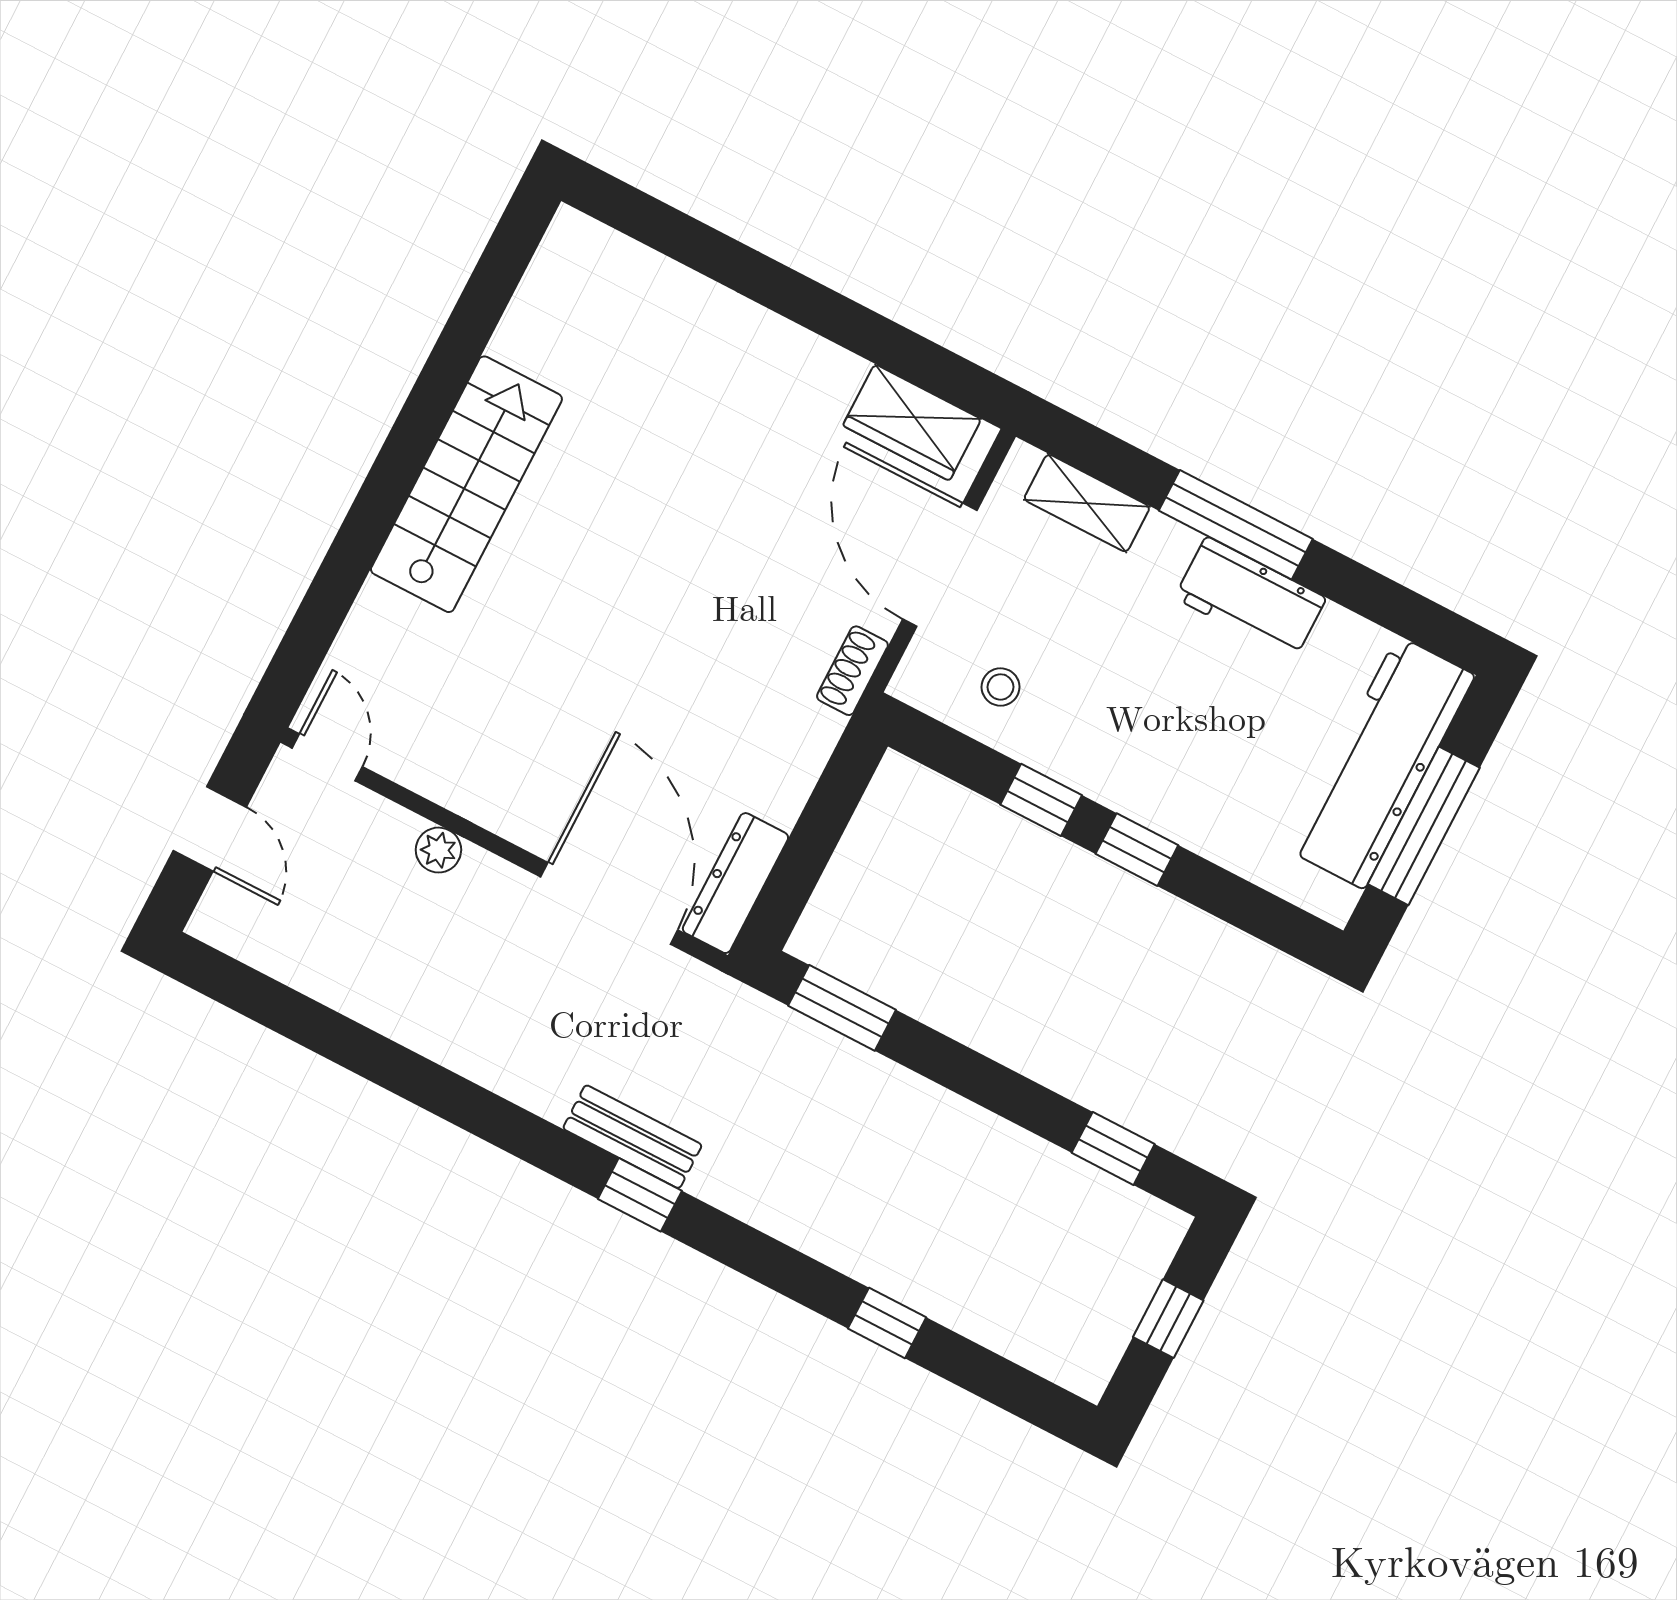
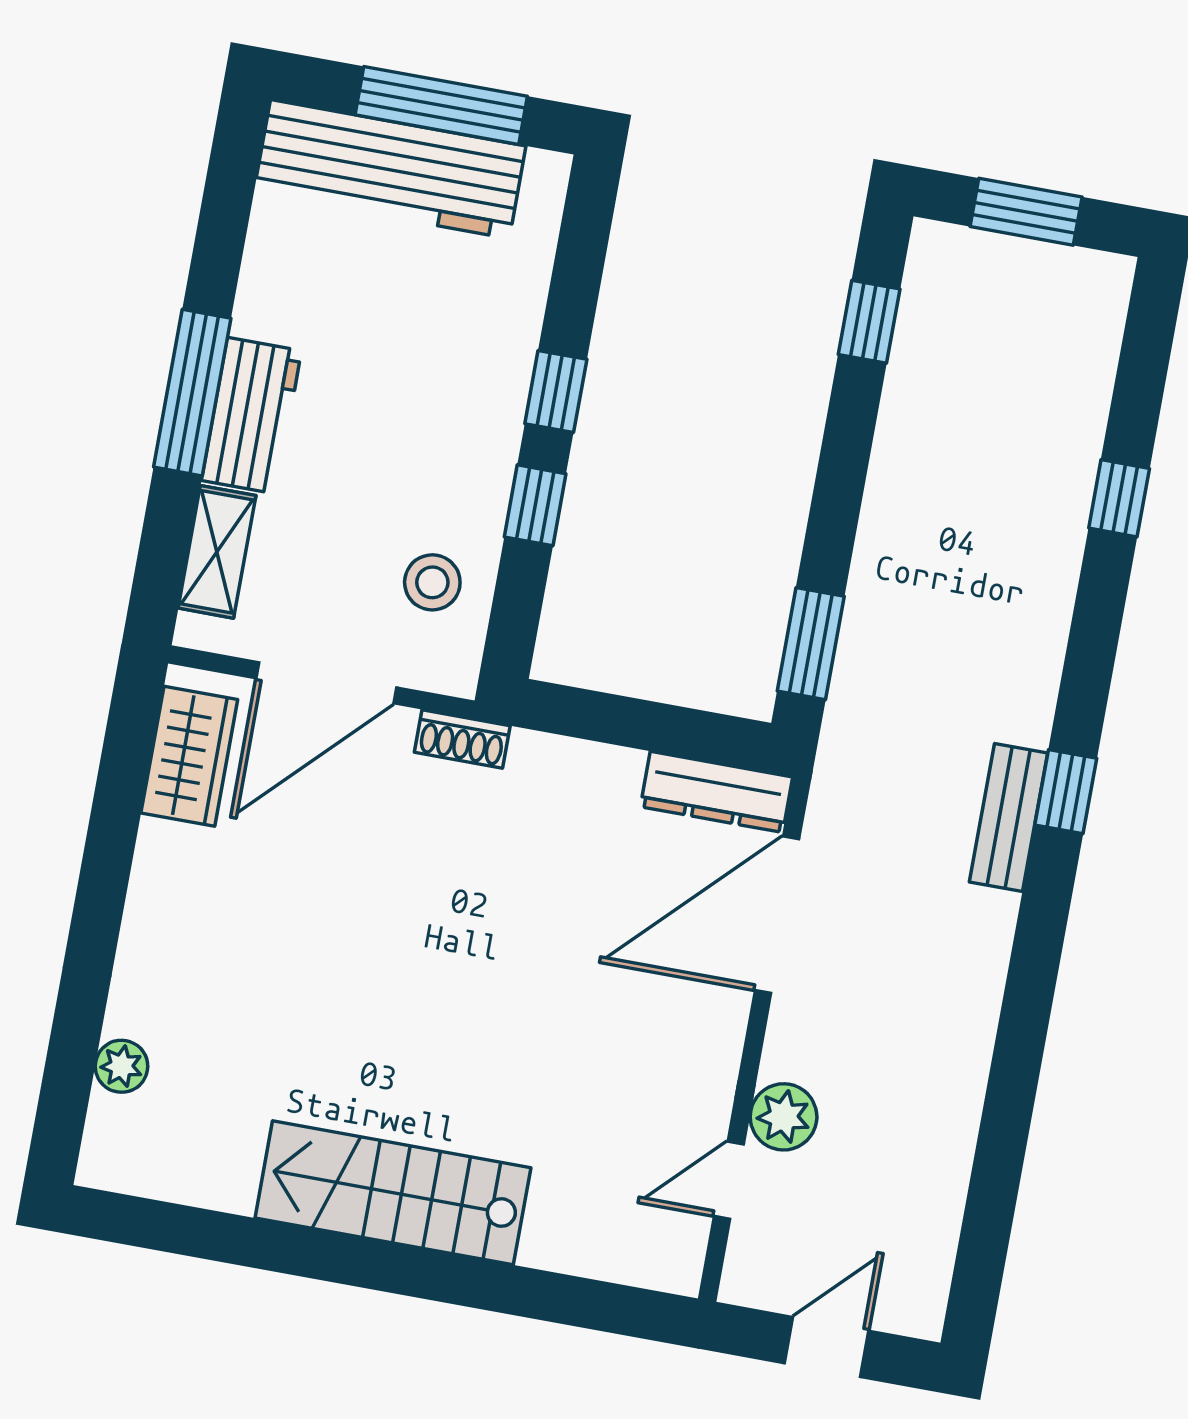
plant: (654, 277) -> (121, 1066), added
workbench: (1250, 598) -> (251, 416), moved
stool: (1000, 687) -> (432, 582), width x1.37, depth x1.37
door: (327, 757) -> (729, 1180), moved
plant: (438, 850) -> (784, 1117), width x1.38, depth x1.38
window: (1168, 1319) -> (1026, 212), width x1.50

